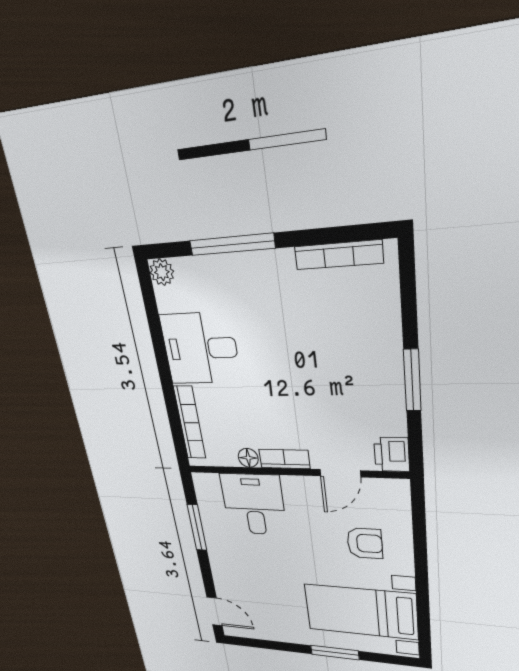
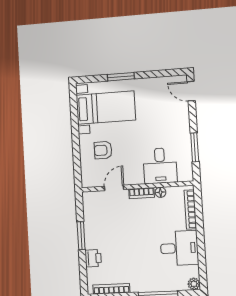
printer: (392, 454) -> (93, 258), moved

